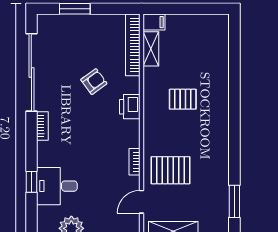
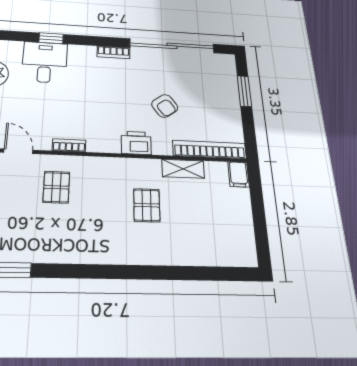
shelving: (151, 49) -> (183, 169), moved
pallet: (170, 170) -> (56, 187), width x0.67, depth x0.71

